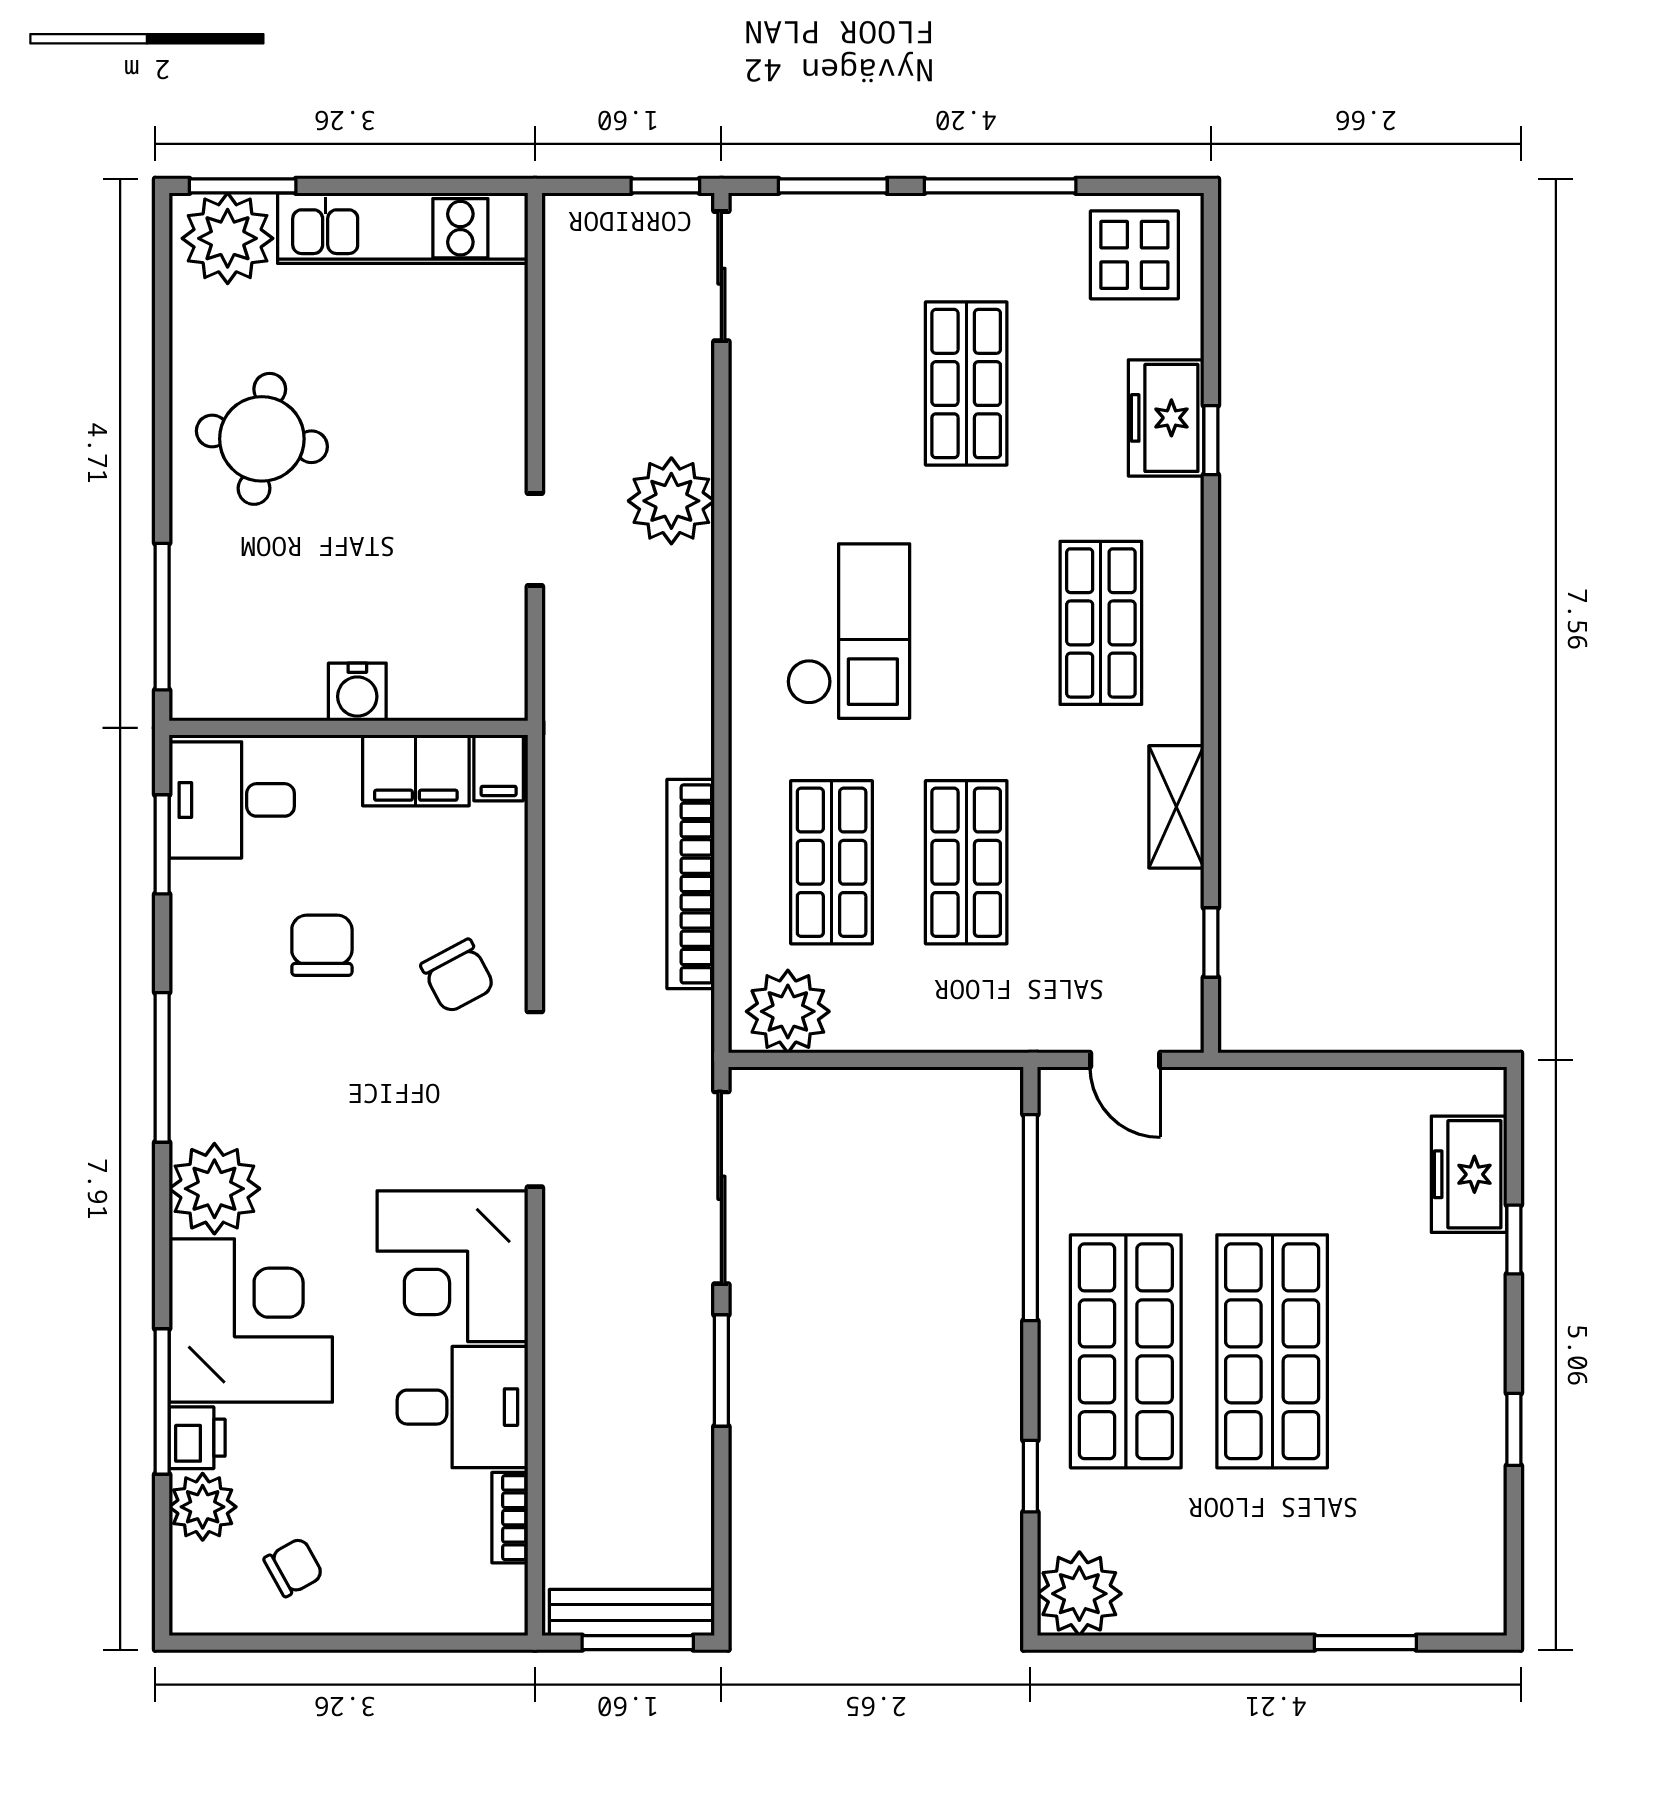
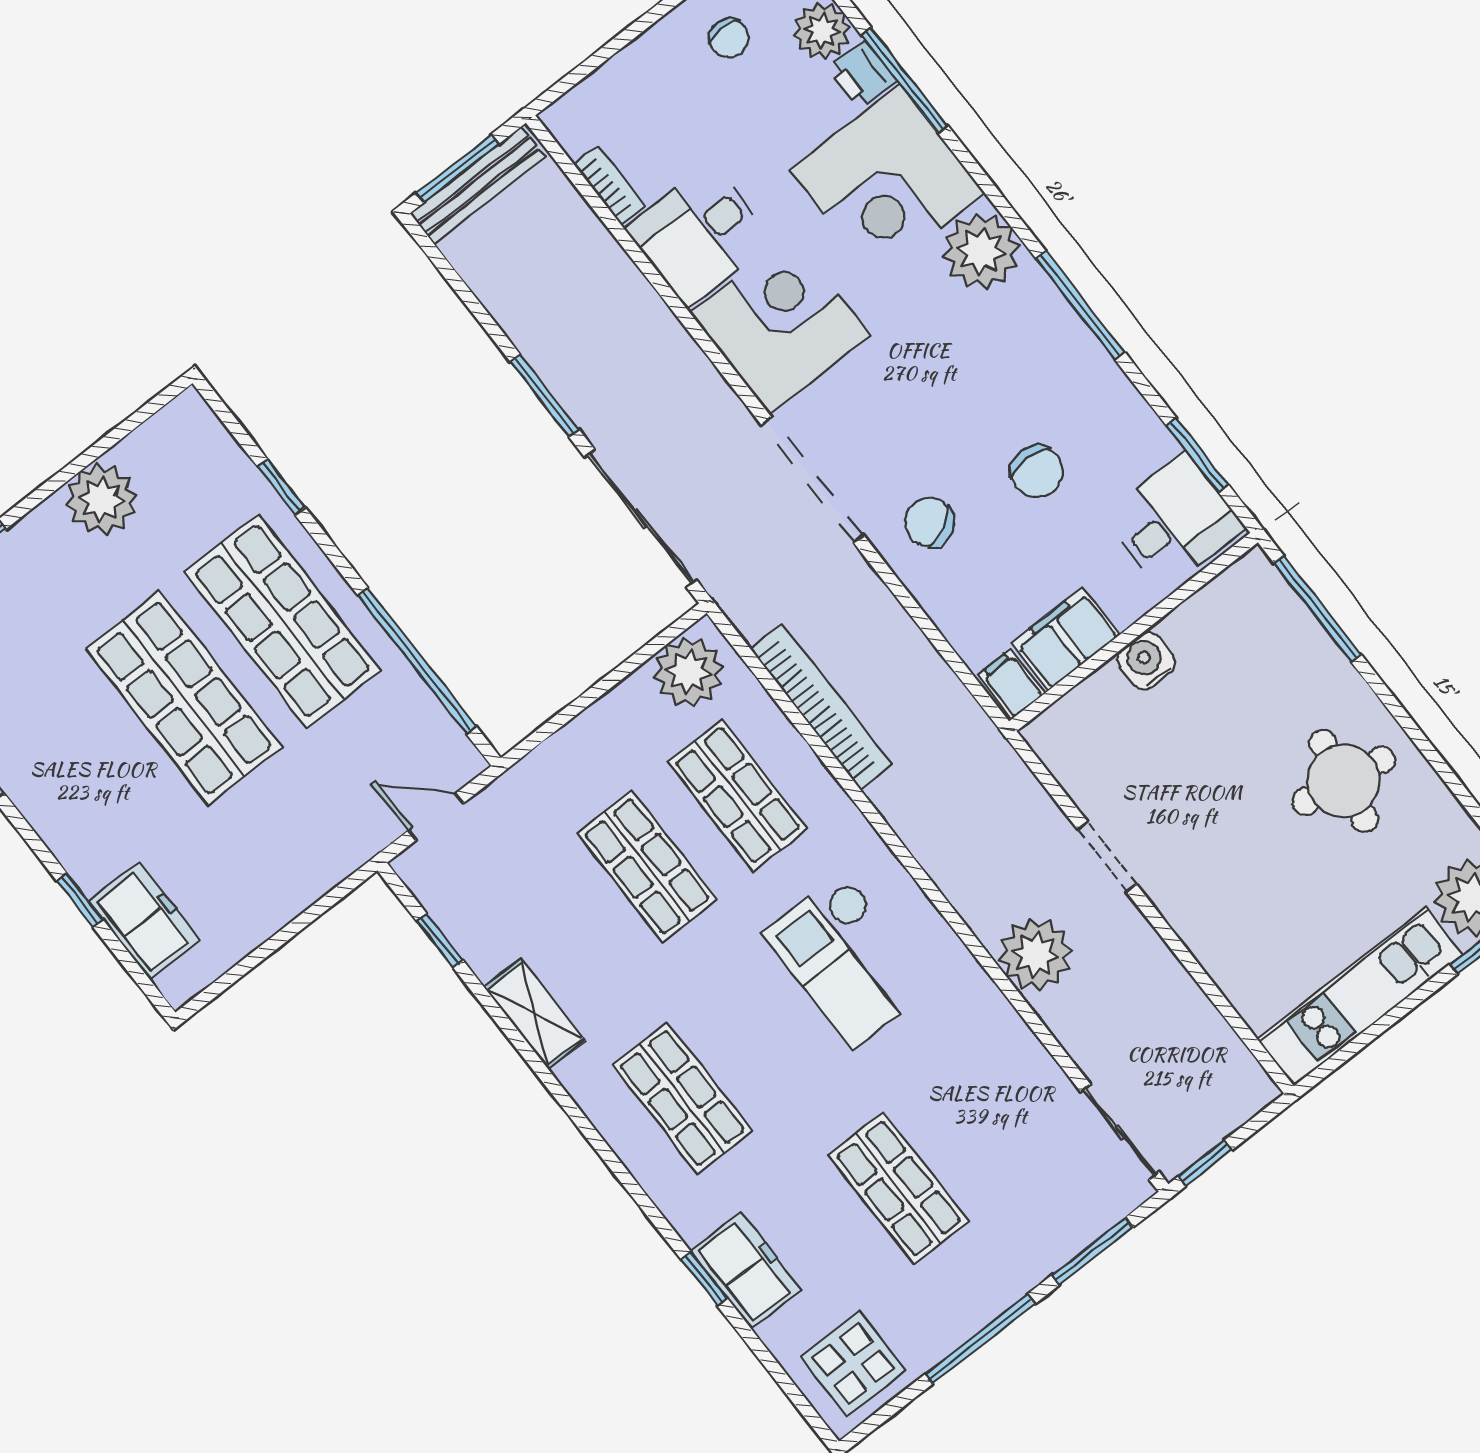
chair: (294, 1567) -> (729, 38), turned -61
plant: (1079, 1594) -> (102, 500), moved

